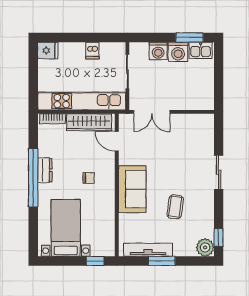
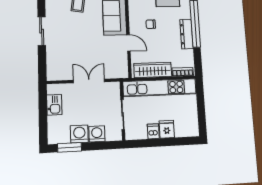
fridge: (48, 50) -> (167, 129), moved, turned 90
kitchen sink: (201, 50) -> (54, 105), moved, turned 90
double door: (152, 112) -> (89, 81), moved
door: (117, 141) -> (128, 43), moved
dresser: (45, 170) -> (186, 34), width x1.44

